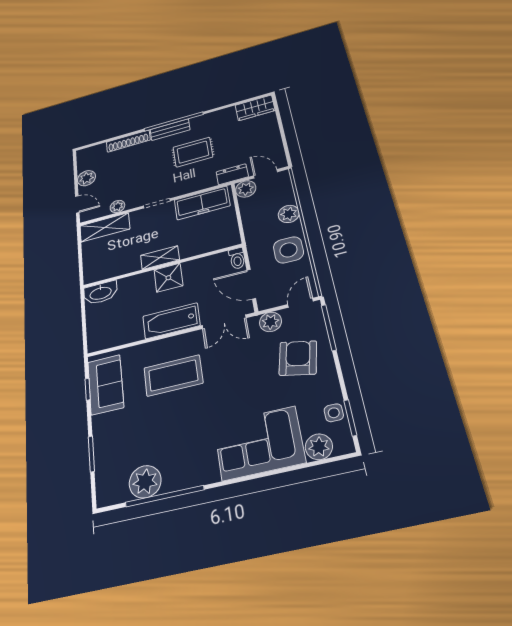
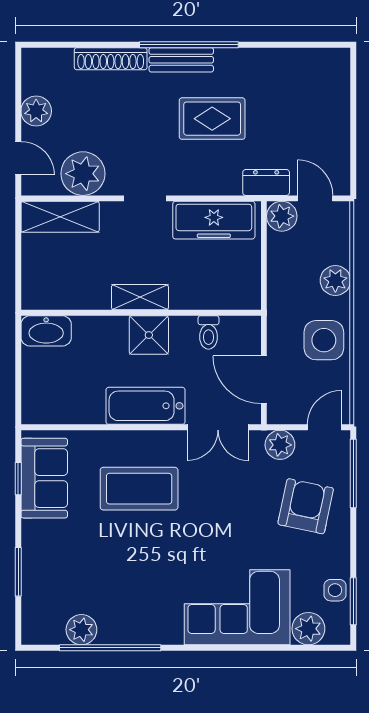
wardrobe: (255, 108) -> (321, 65), removed
plant: (117, 206) -> (83, 174), width x1.87, depth x1.87
toilet: (237, 258) -> (209, 332), moved
plant: (145, 482) -> (81, 630), width x0.73, depth x0.73

